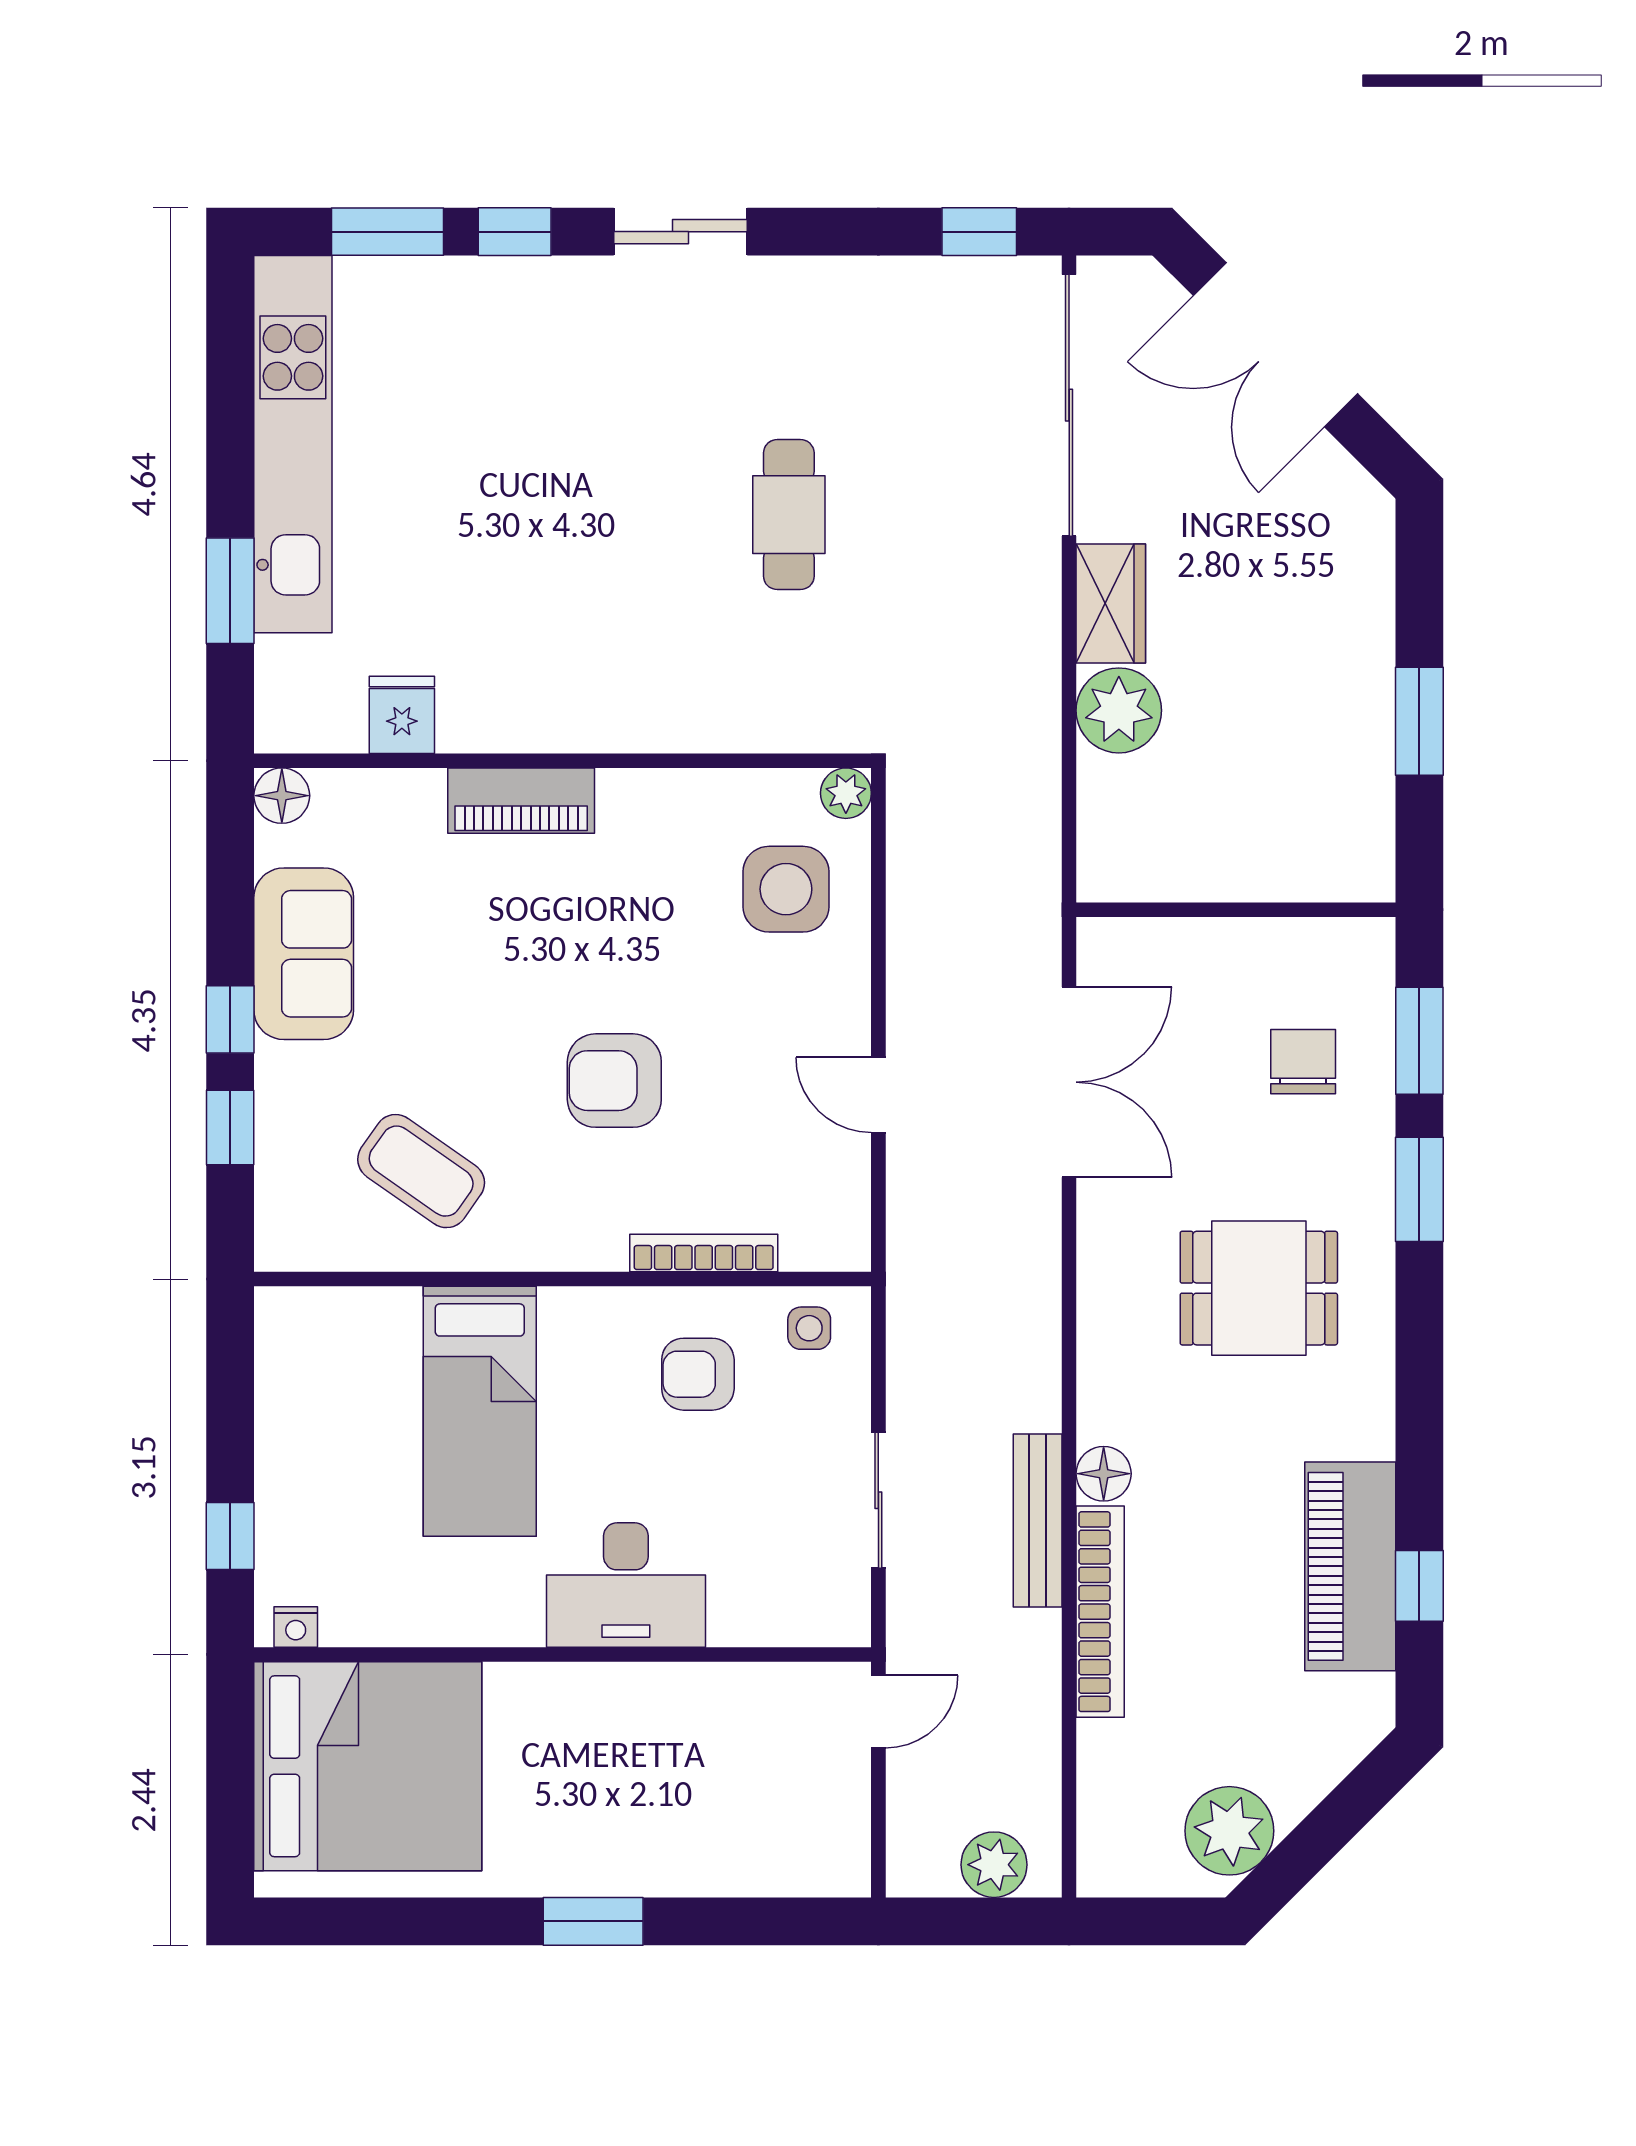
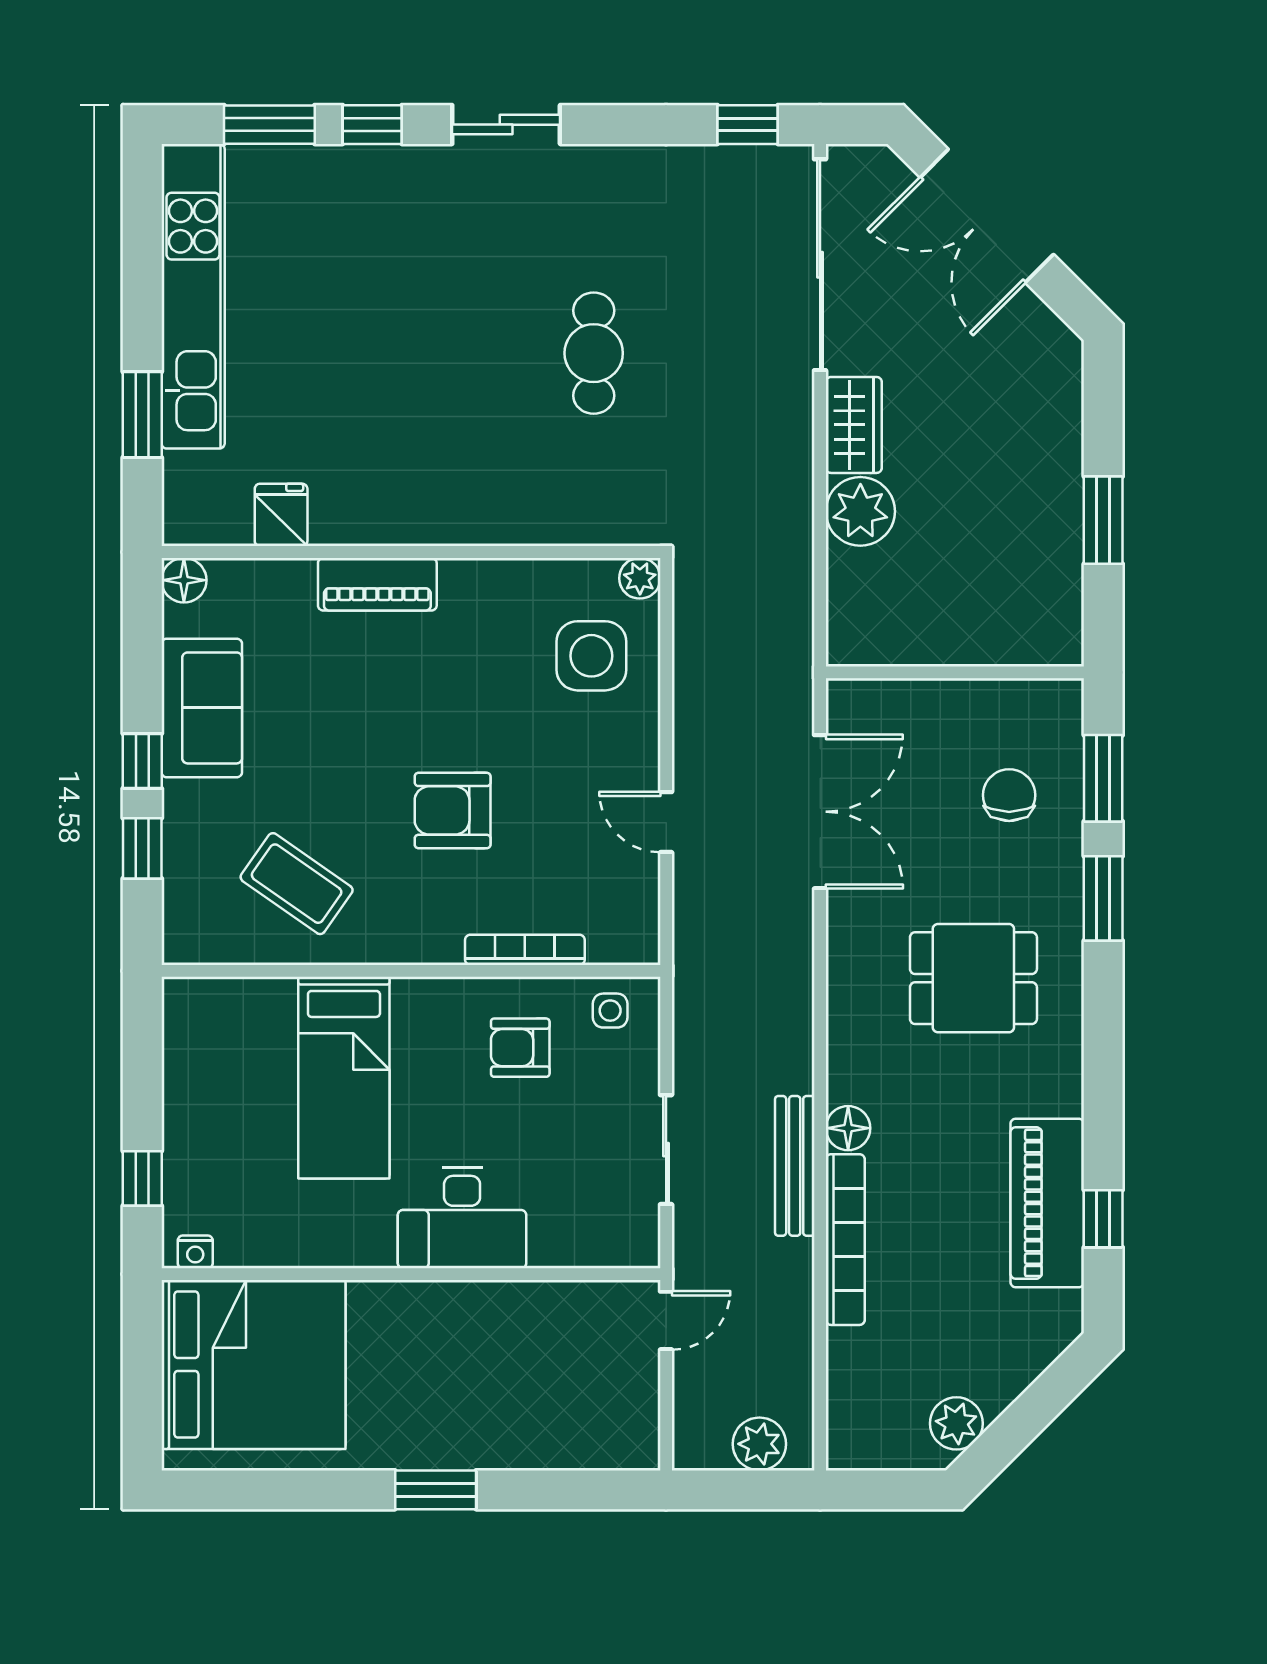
plant: (1229, 1831) -> (956, 1423), width x0.73, depth x0.73

